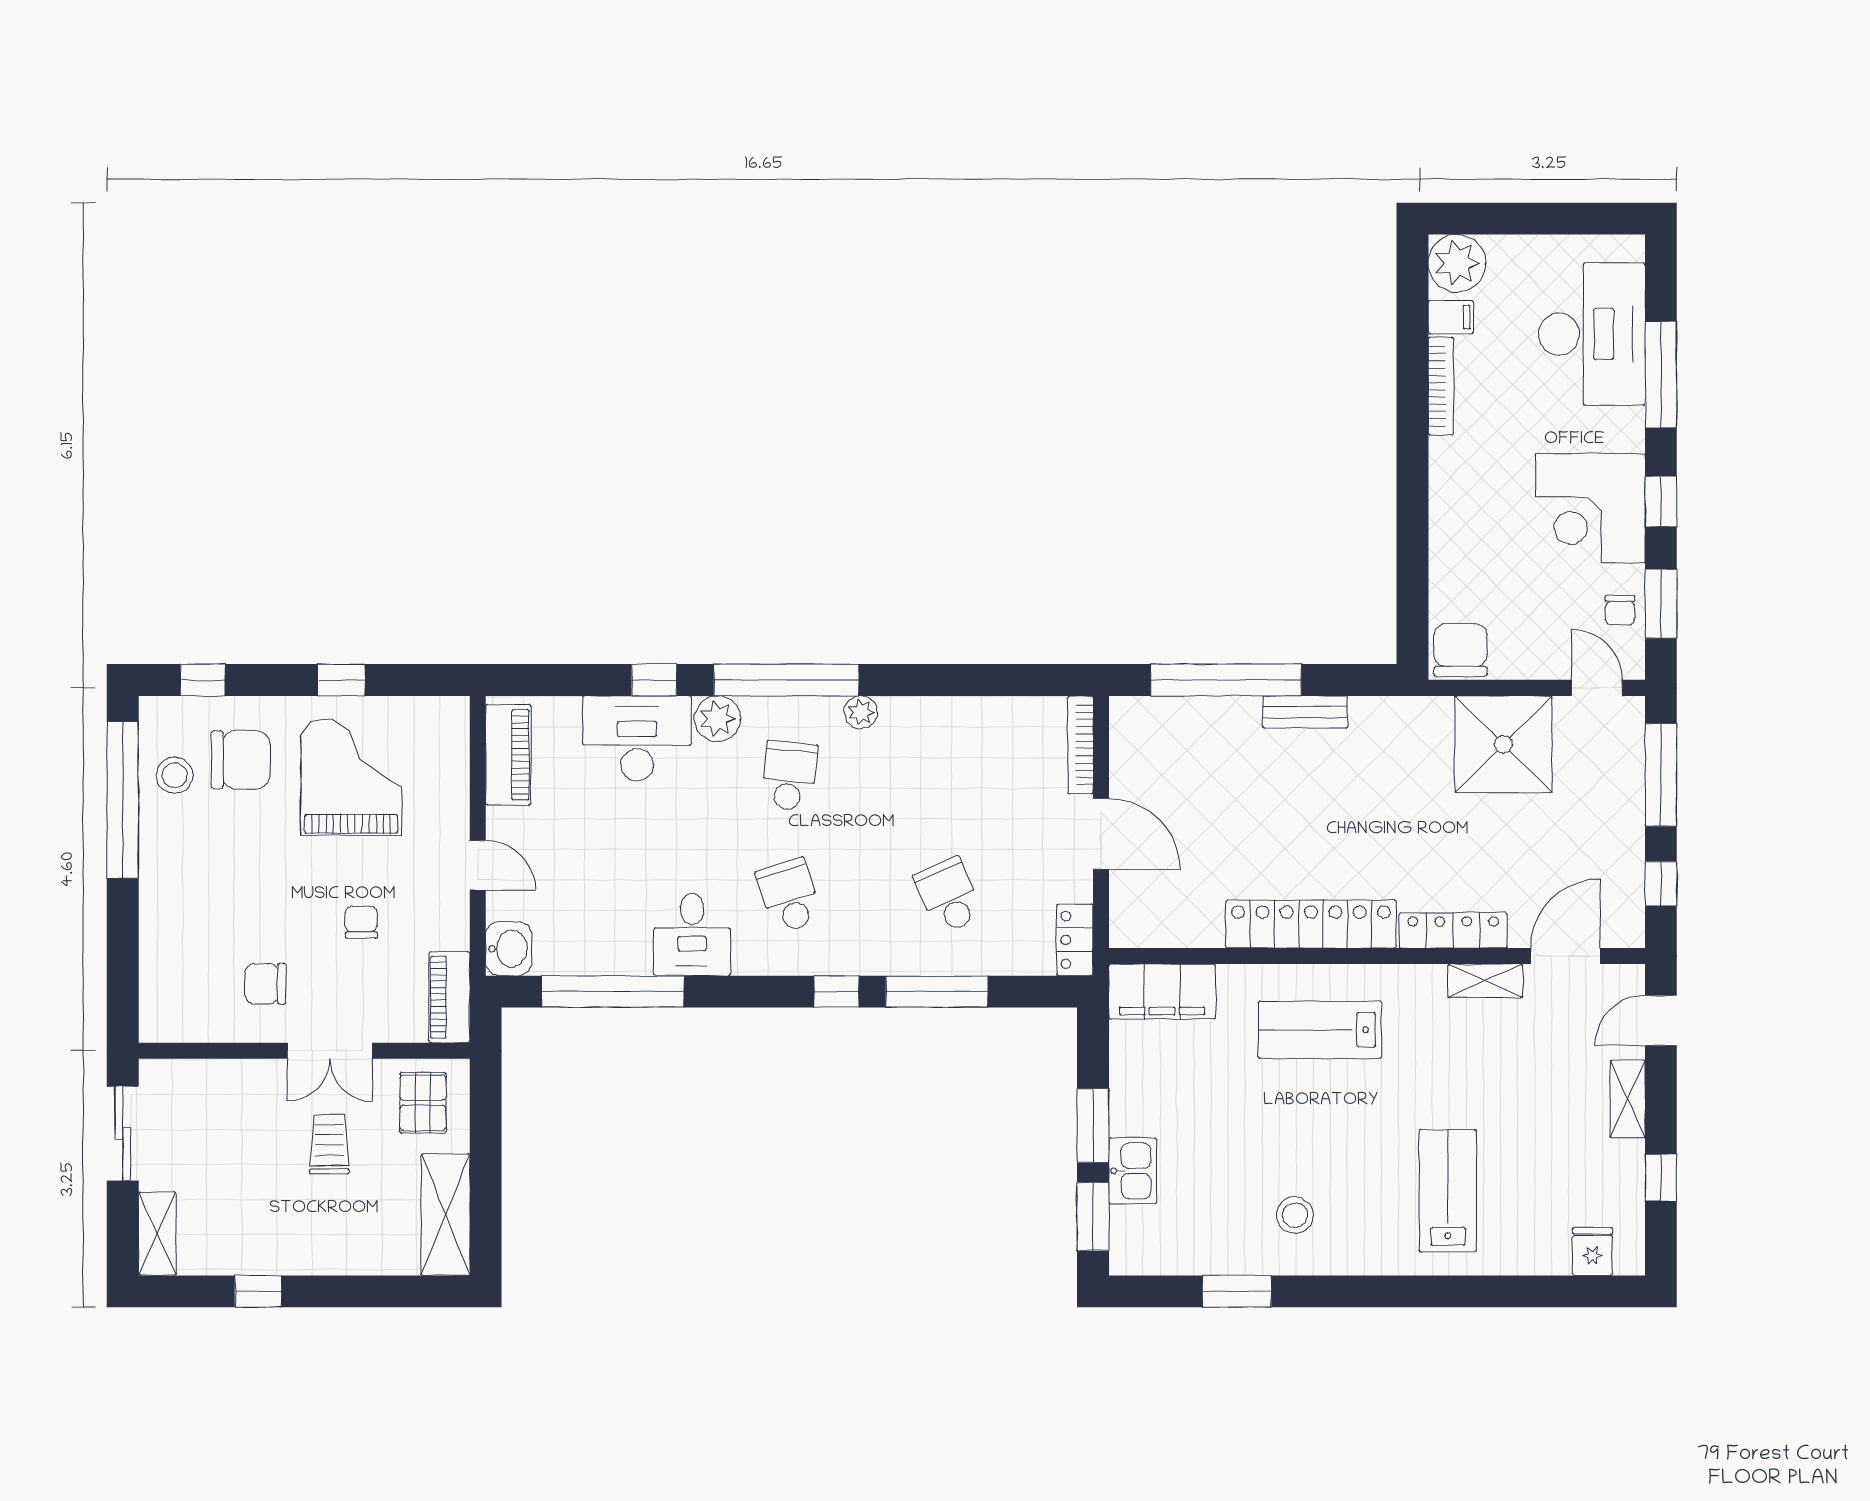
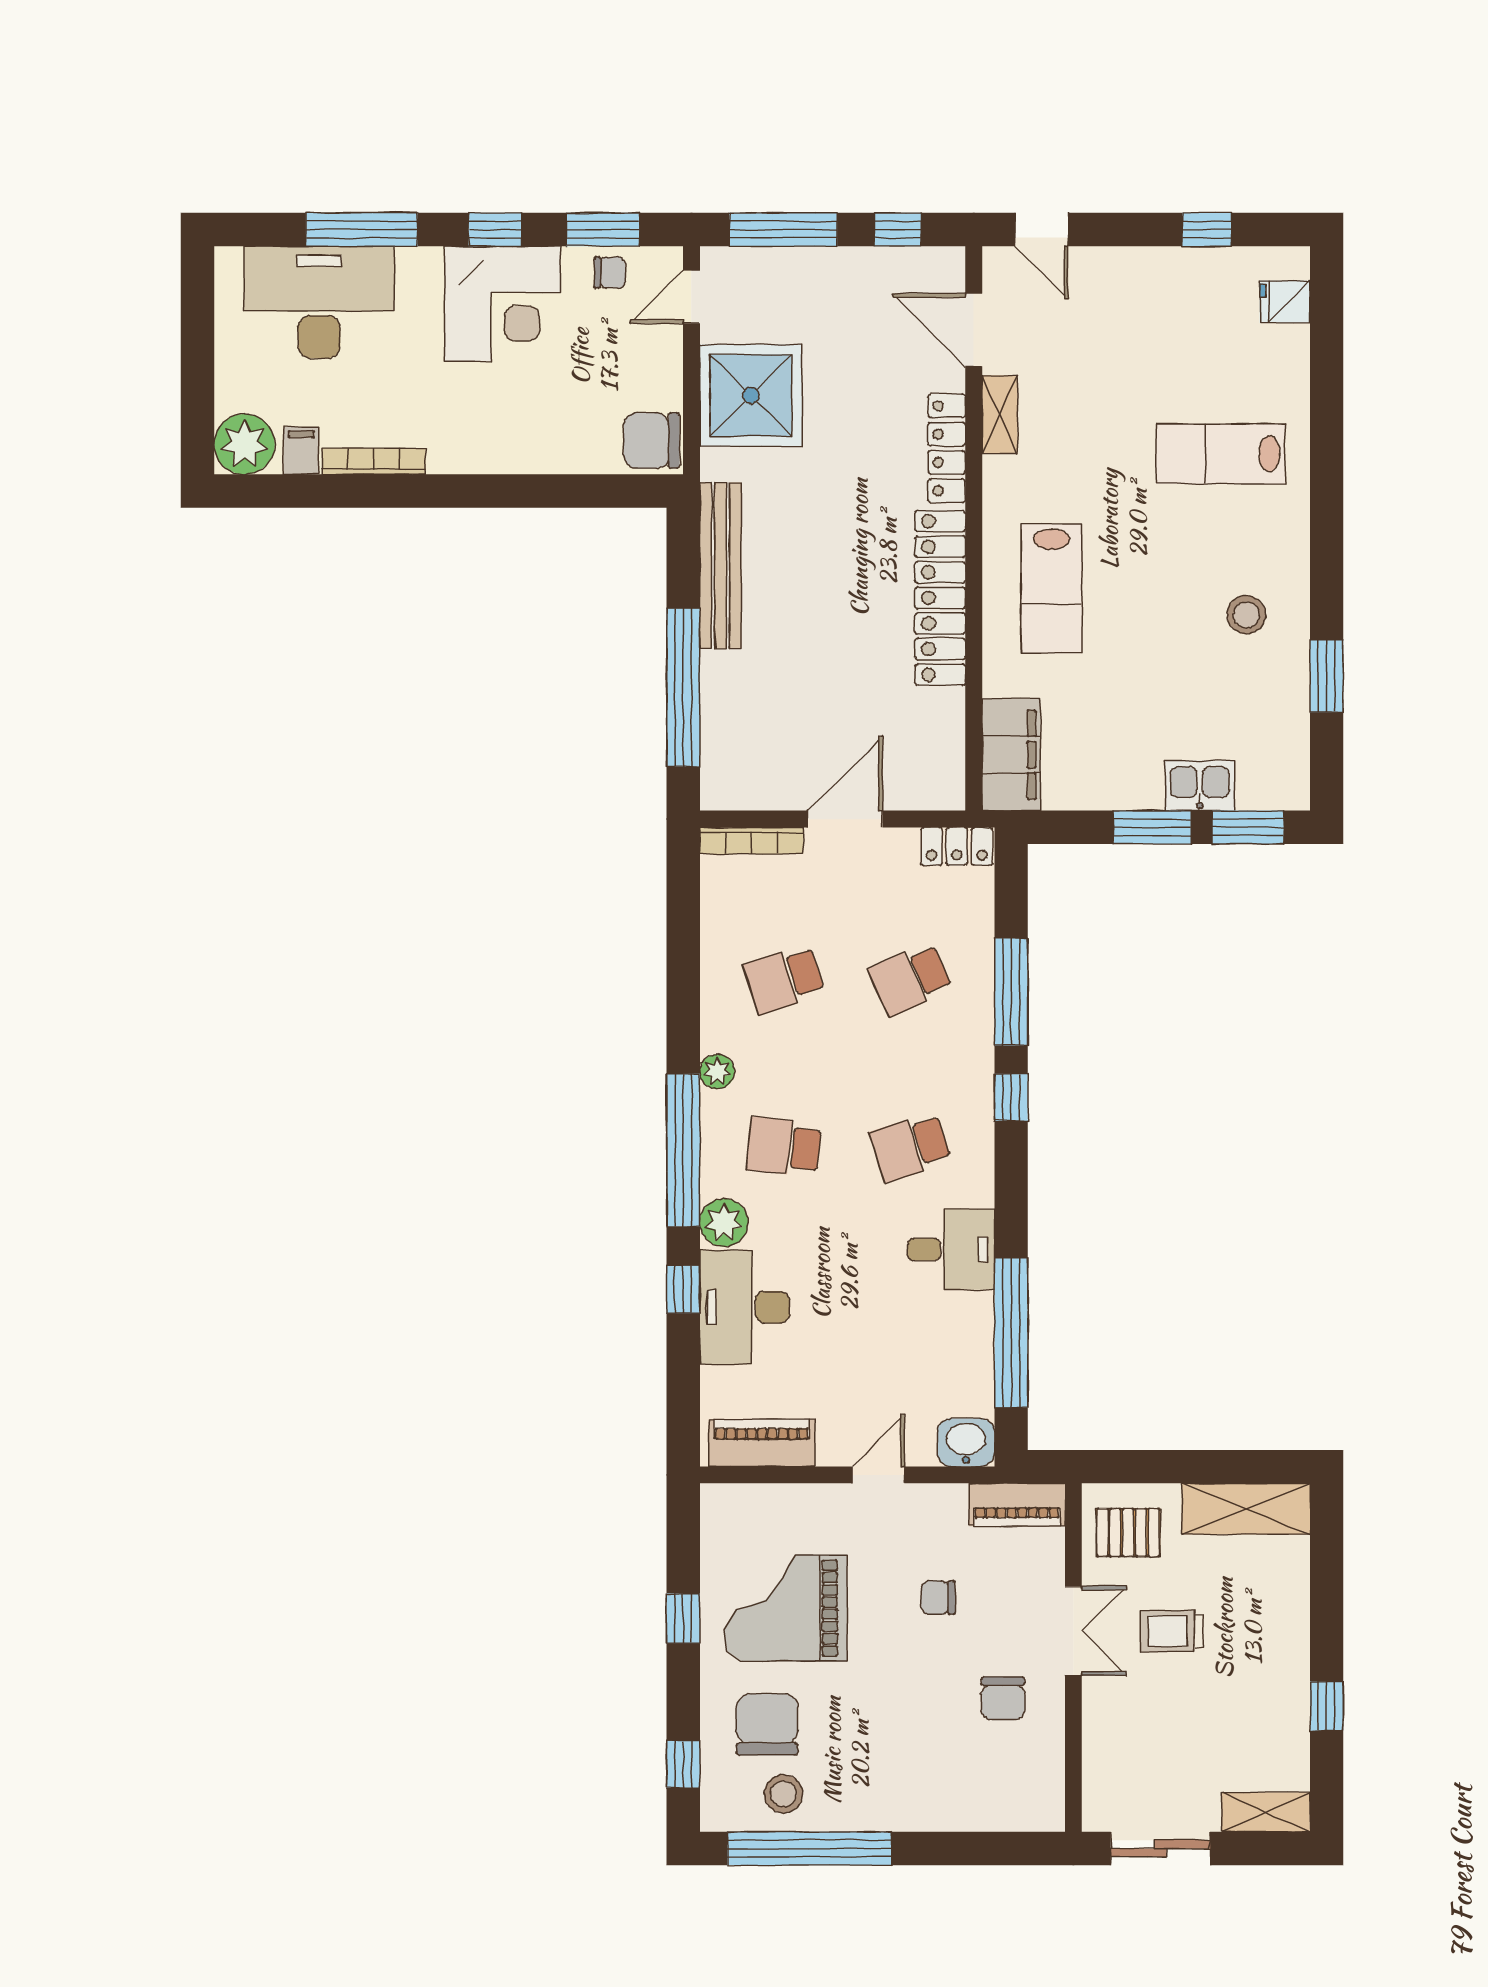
bench: (1305, 712) -> (720, 566), width x1.86, depth x1.21
school desk: (949, 776) -> (784, 979), added
shelving: (1628, 1099) -> (1124, 265), removed

